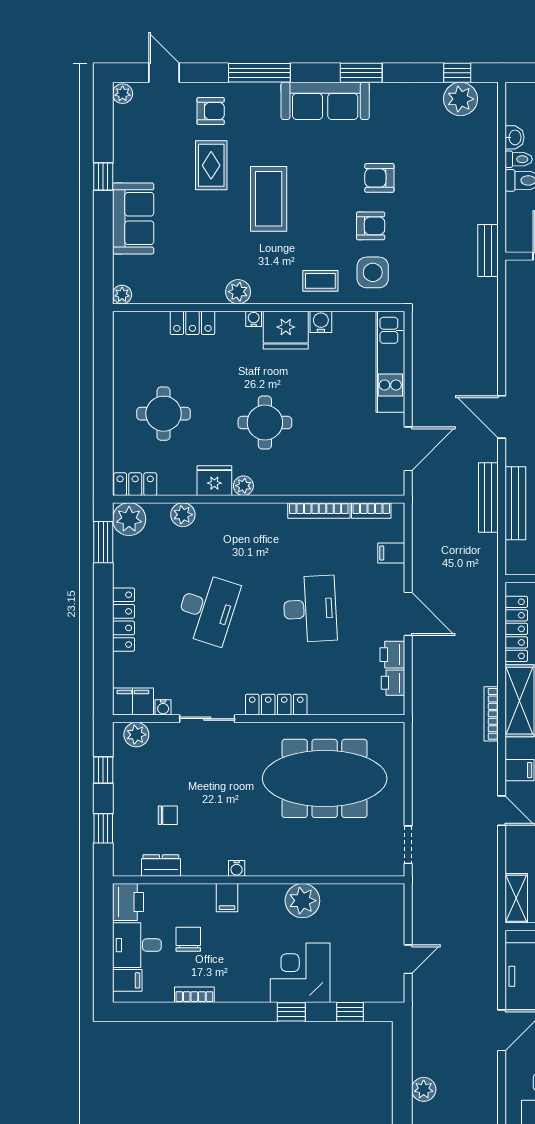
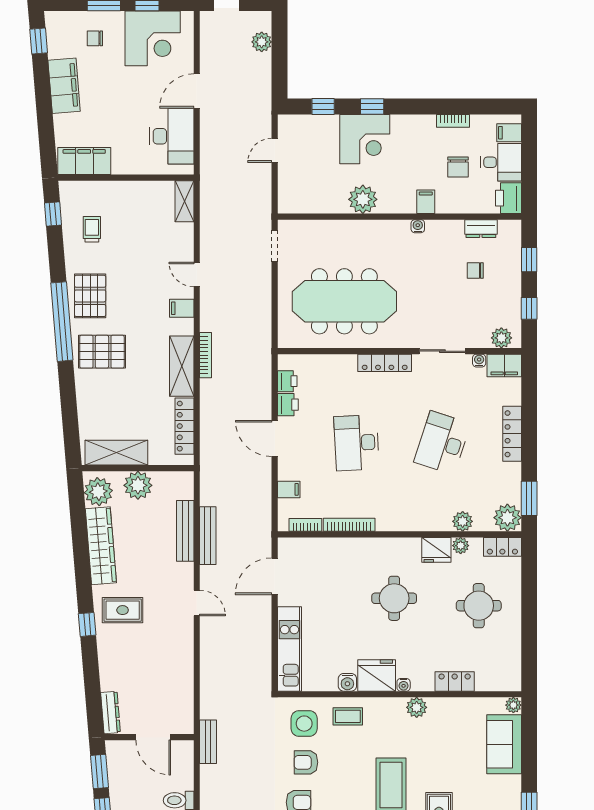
sofa: (133, 218) -> (504, 744), moved
door: (502, 417) -> (197, 603), width x0.73
plant: (243, 486) -> (461, 546), moved

